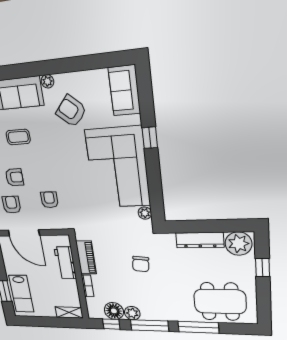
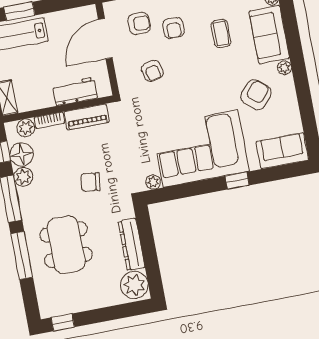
armchair: (49, 200) -> (152, 71), turned 76
window: (263, 268) -> (63, 322), moved
dining table: (220, 302) -> (66, 245), moved
plant: (93, 304) -> (26, 128), added

